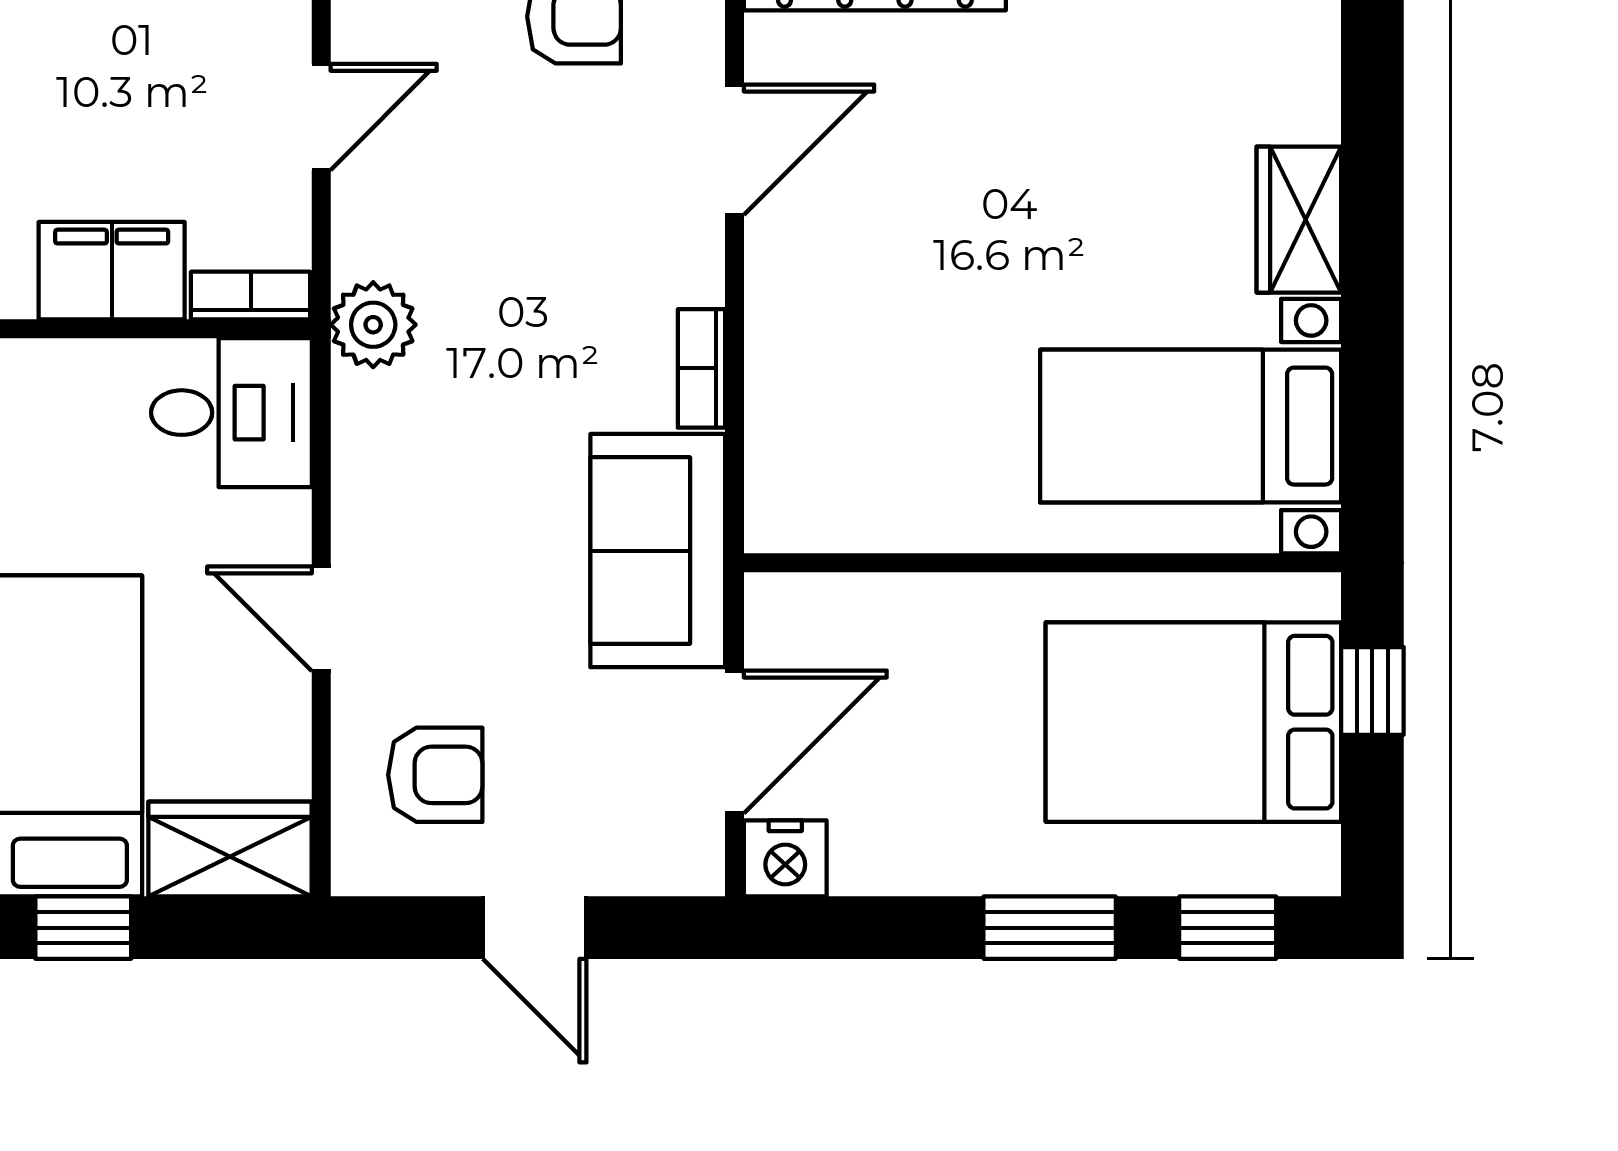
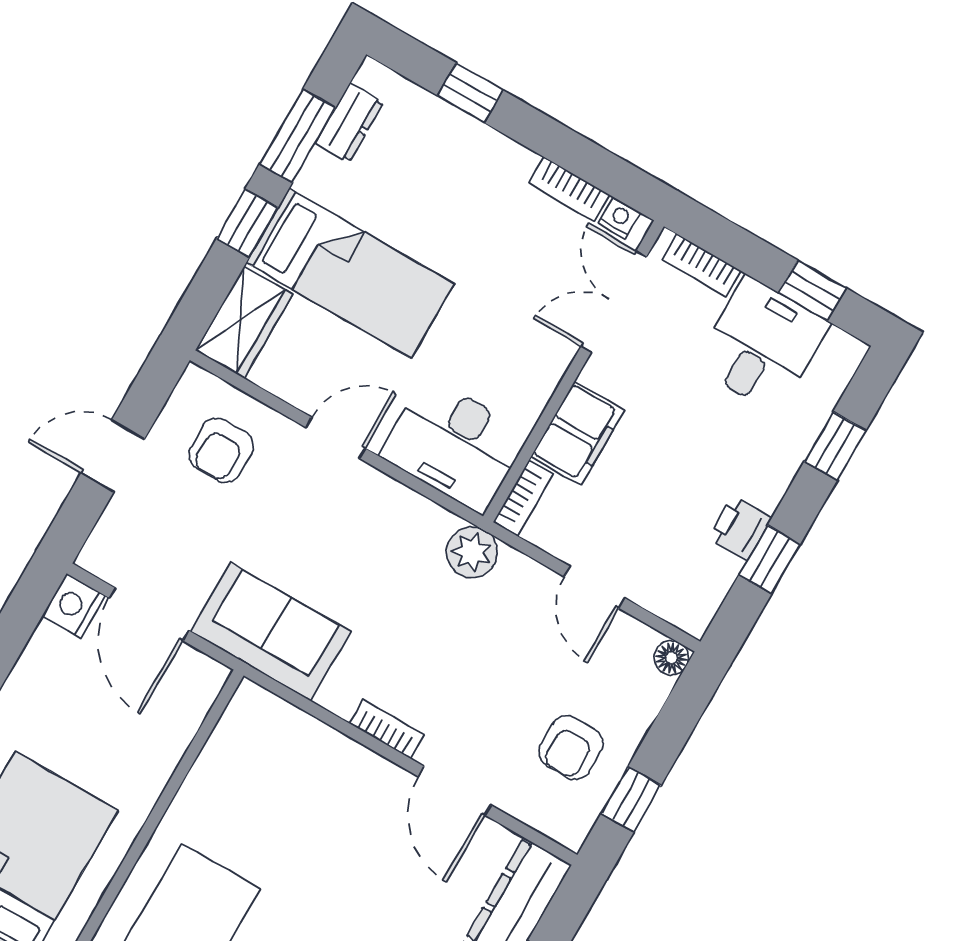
bookcase: (701, 368) -> (387, 729), moved
desk: (231, 413) -> (454, 445), width x1.37

